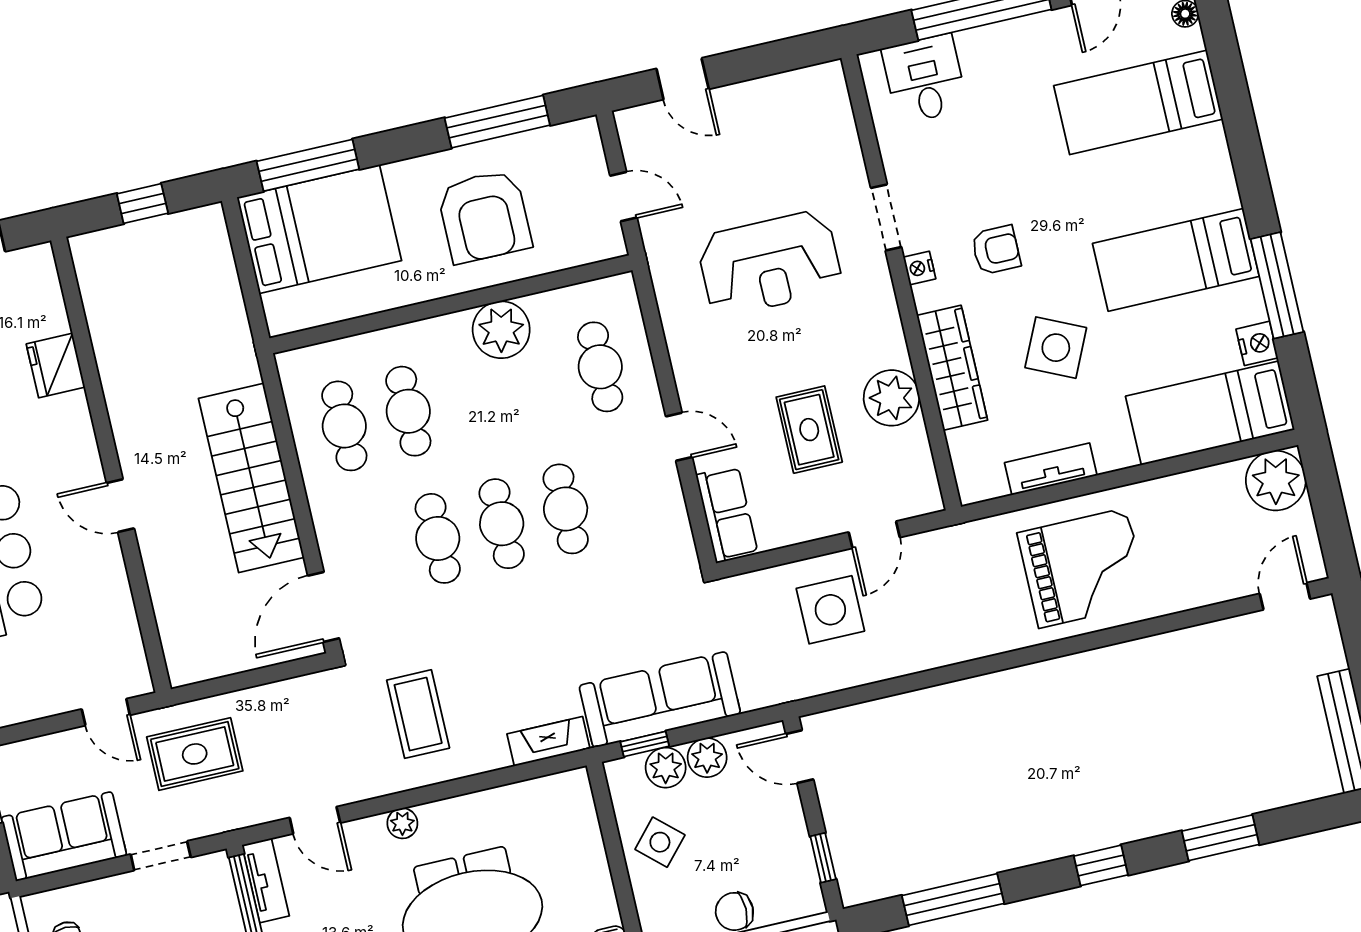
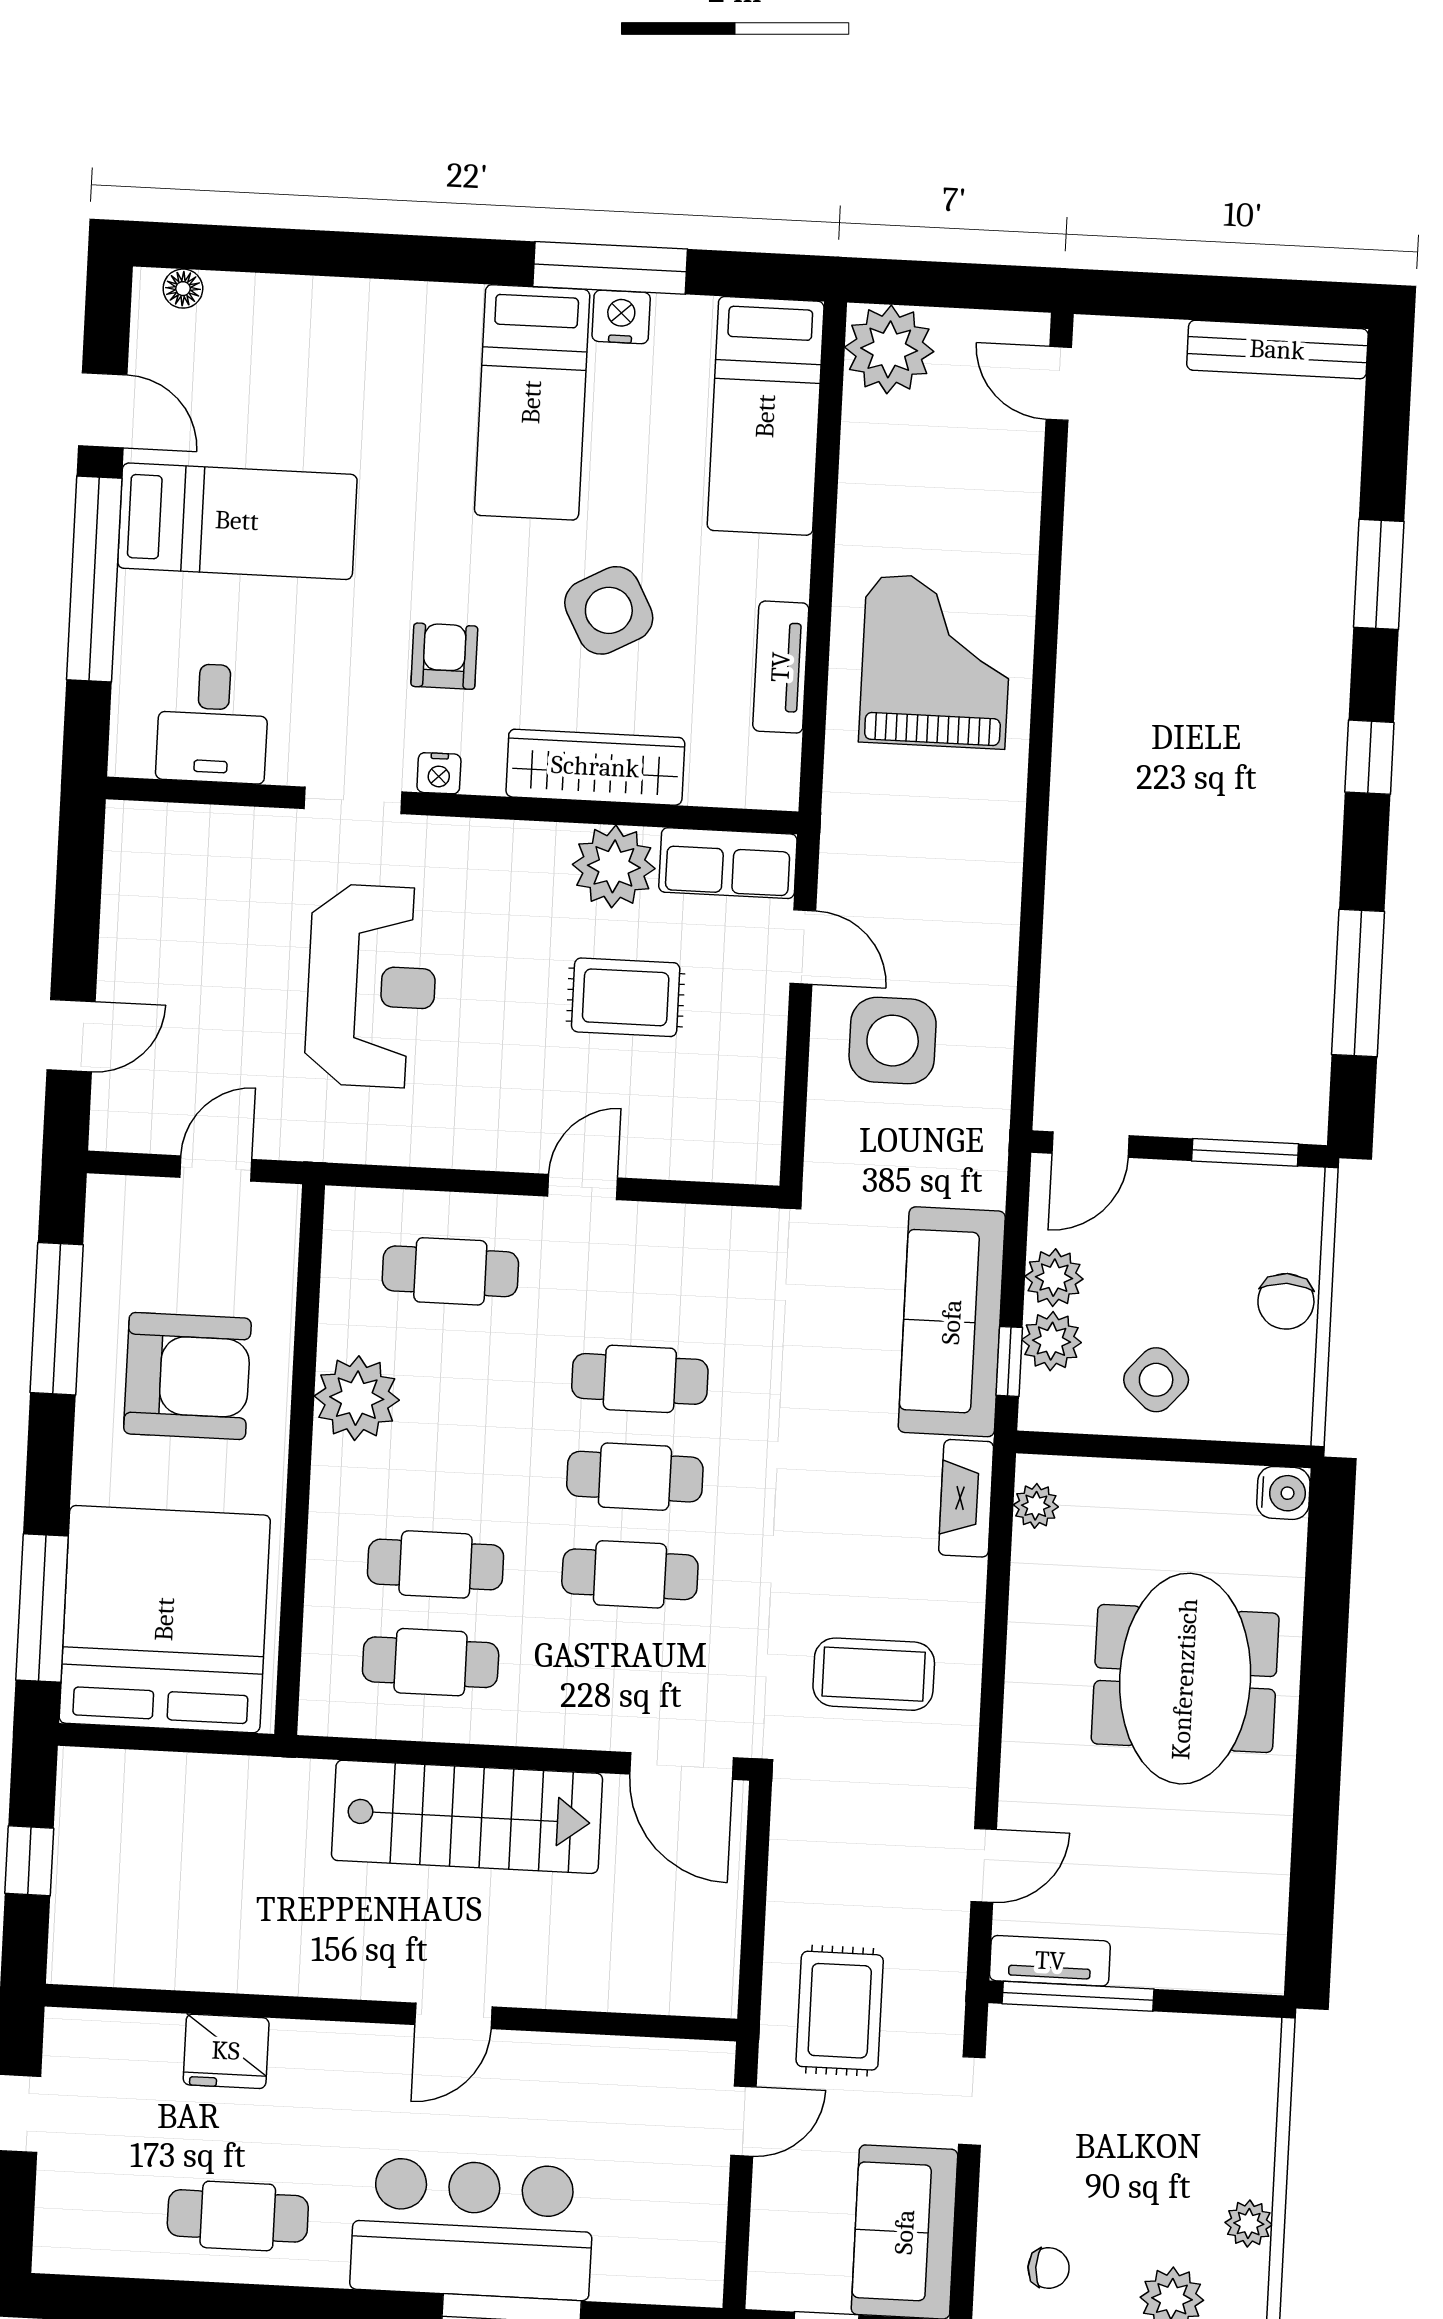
desk: (925, 79) -> (213, 723), moved, turned -90
bed: (1138, 102) -> (237, 521), moved, turned -90
bed: (319, 229) -> (165, 1619), width x1.36
nightstand: (1257, 343) -> (621, 317), moved
side table: (1056, 348) -> (609, 610), turned 37
row of seats: (727, 514) -> (728, 863), moved, turned 180
plant: (402, 823) -> (1036, 1506), moved
window: (823, 858) -> (1245, 1152), width x1.50

